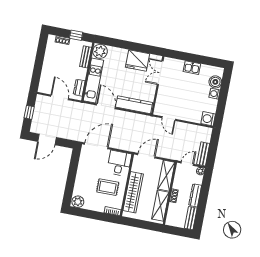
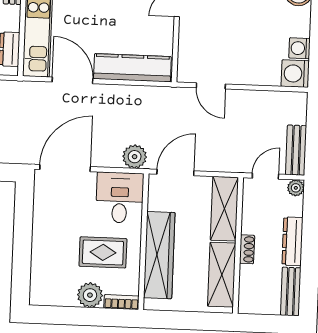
washing machine: (215, 94) -> (299, 48), moved
plant: (129, 146) -> (135, 157), added
plant: (78, 202) -> (90, 295), moved

